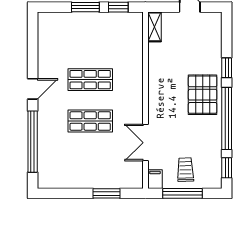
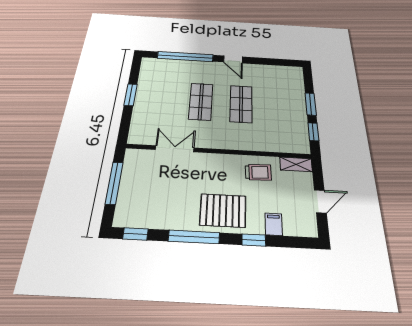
window: (227, 118) -> (194, 237), width x0.68
trolley: (185, 170) -> (258, 172), moved
filing cabinet: (155, 179) -> (274, 224), moved, turned -90
window: (106, 193) -> (131, 95), moved

